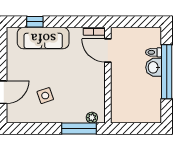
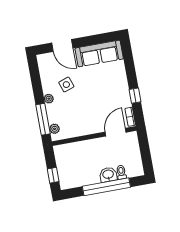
window: (35, 22) -> (135, 96), moved
sofa: (43, 38) -> (99, 53), moved, turned -90
plant: (57, 118) -> (49, 99), added
window: (143, 128) -> (53, 175), added

